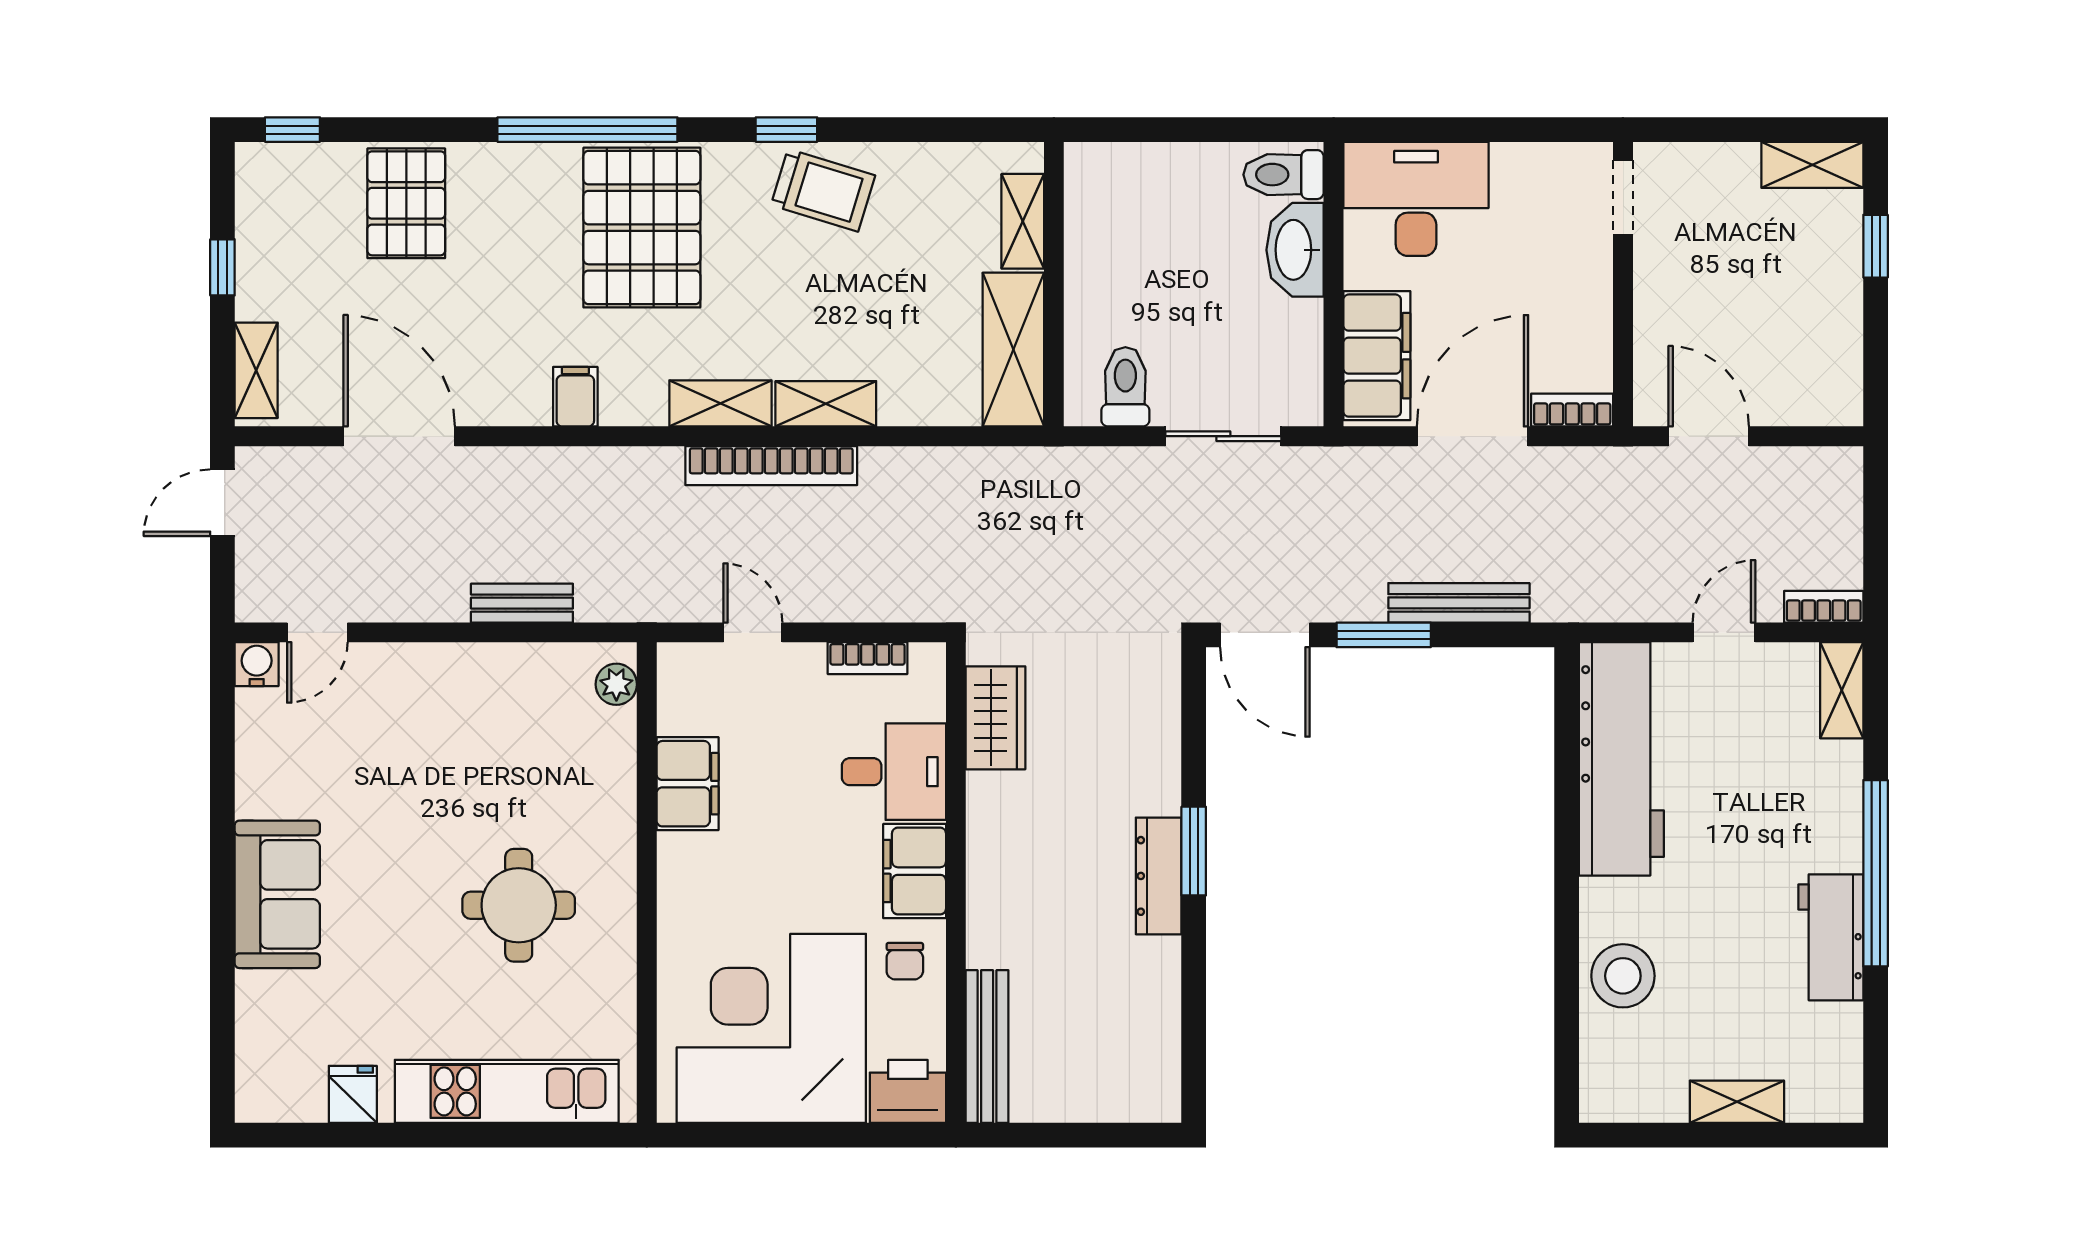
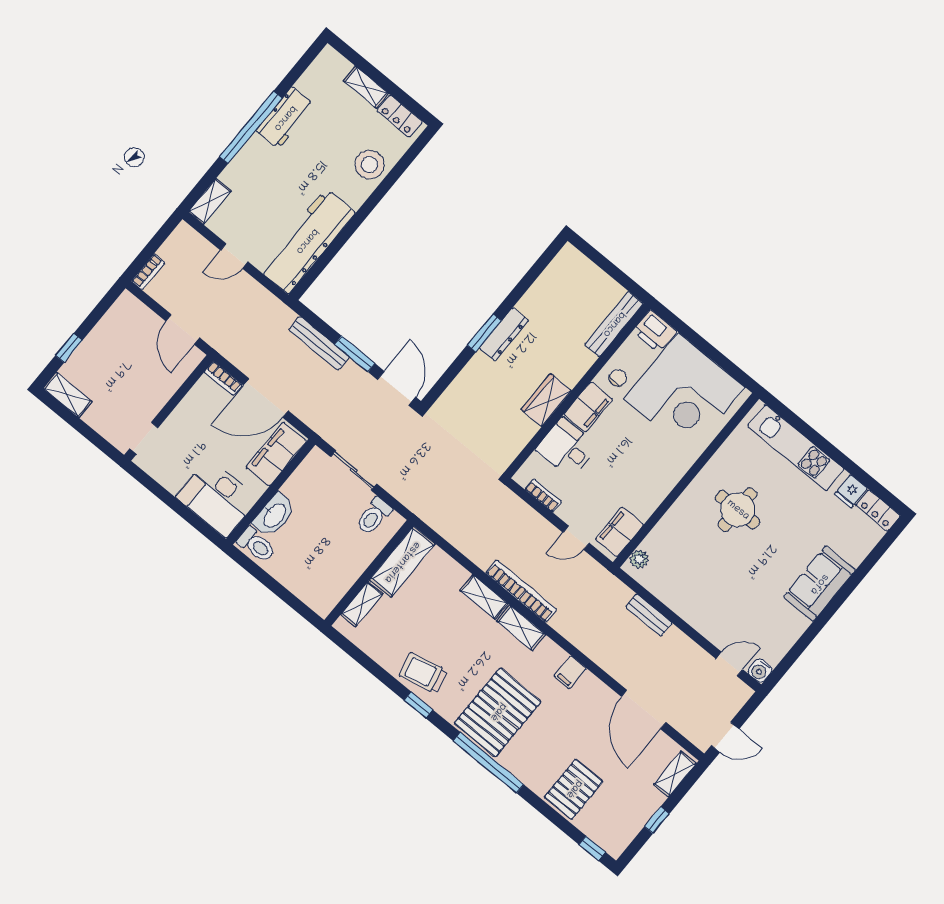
trolley: (823, 190) -> (423, 673), turned -30
bookcase: (1824, 607) -> (148, 272), moved, turned -90
door: (753, 632) -> (576, 538), hinge flipped
wardrobe: (995, 718) -> (546, 400), moved
filing cabinet: (688, 784) -> (620, 532), moved
locker: (1639, 1099) -> (400, 116), added
locker: (280, 1100) -> (878, 510), added

